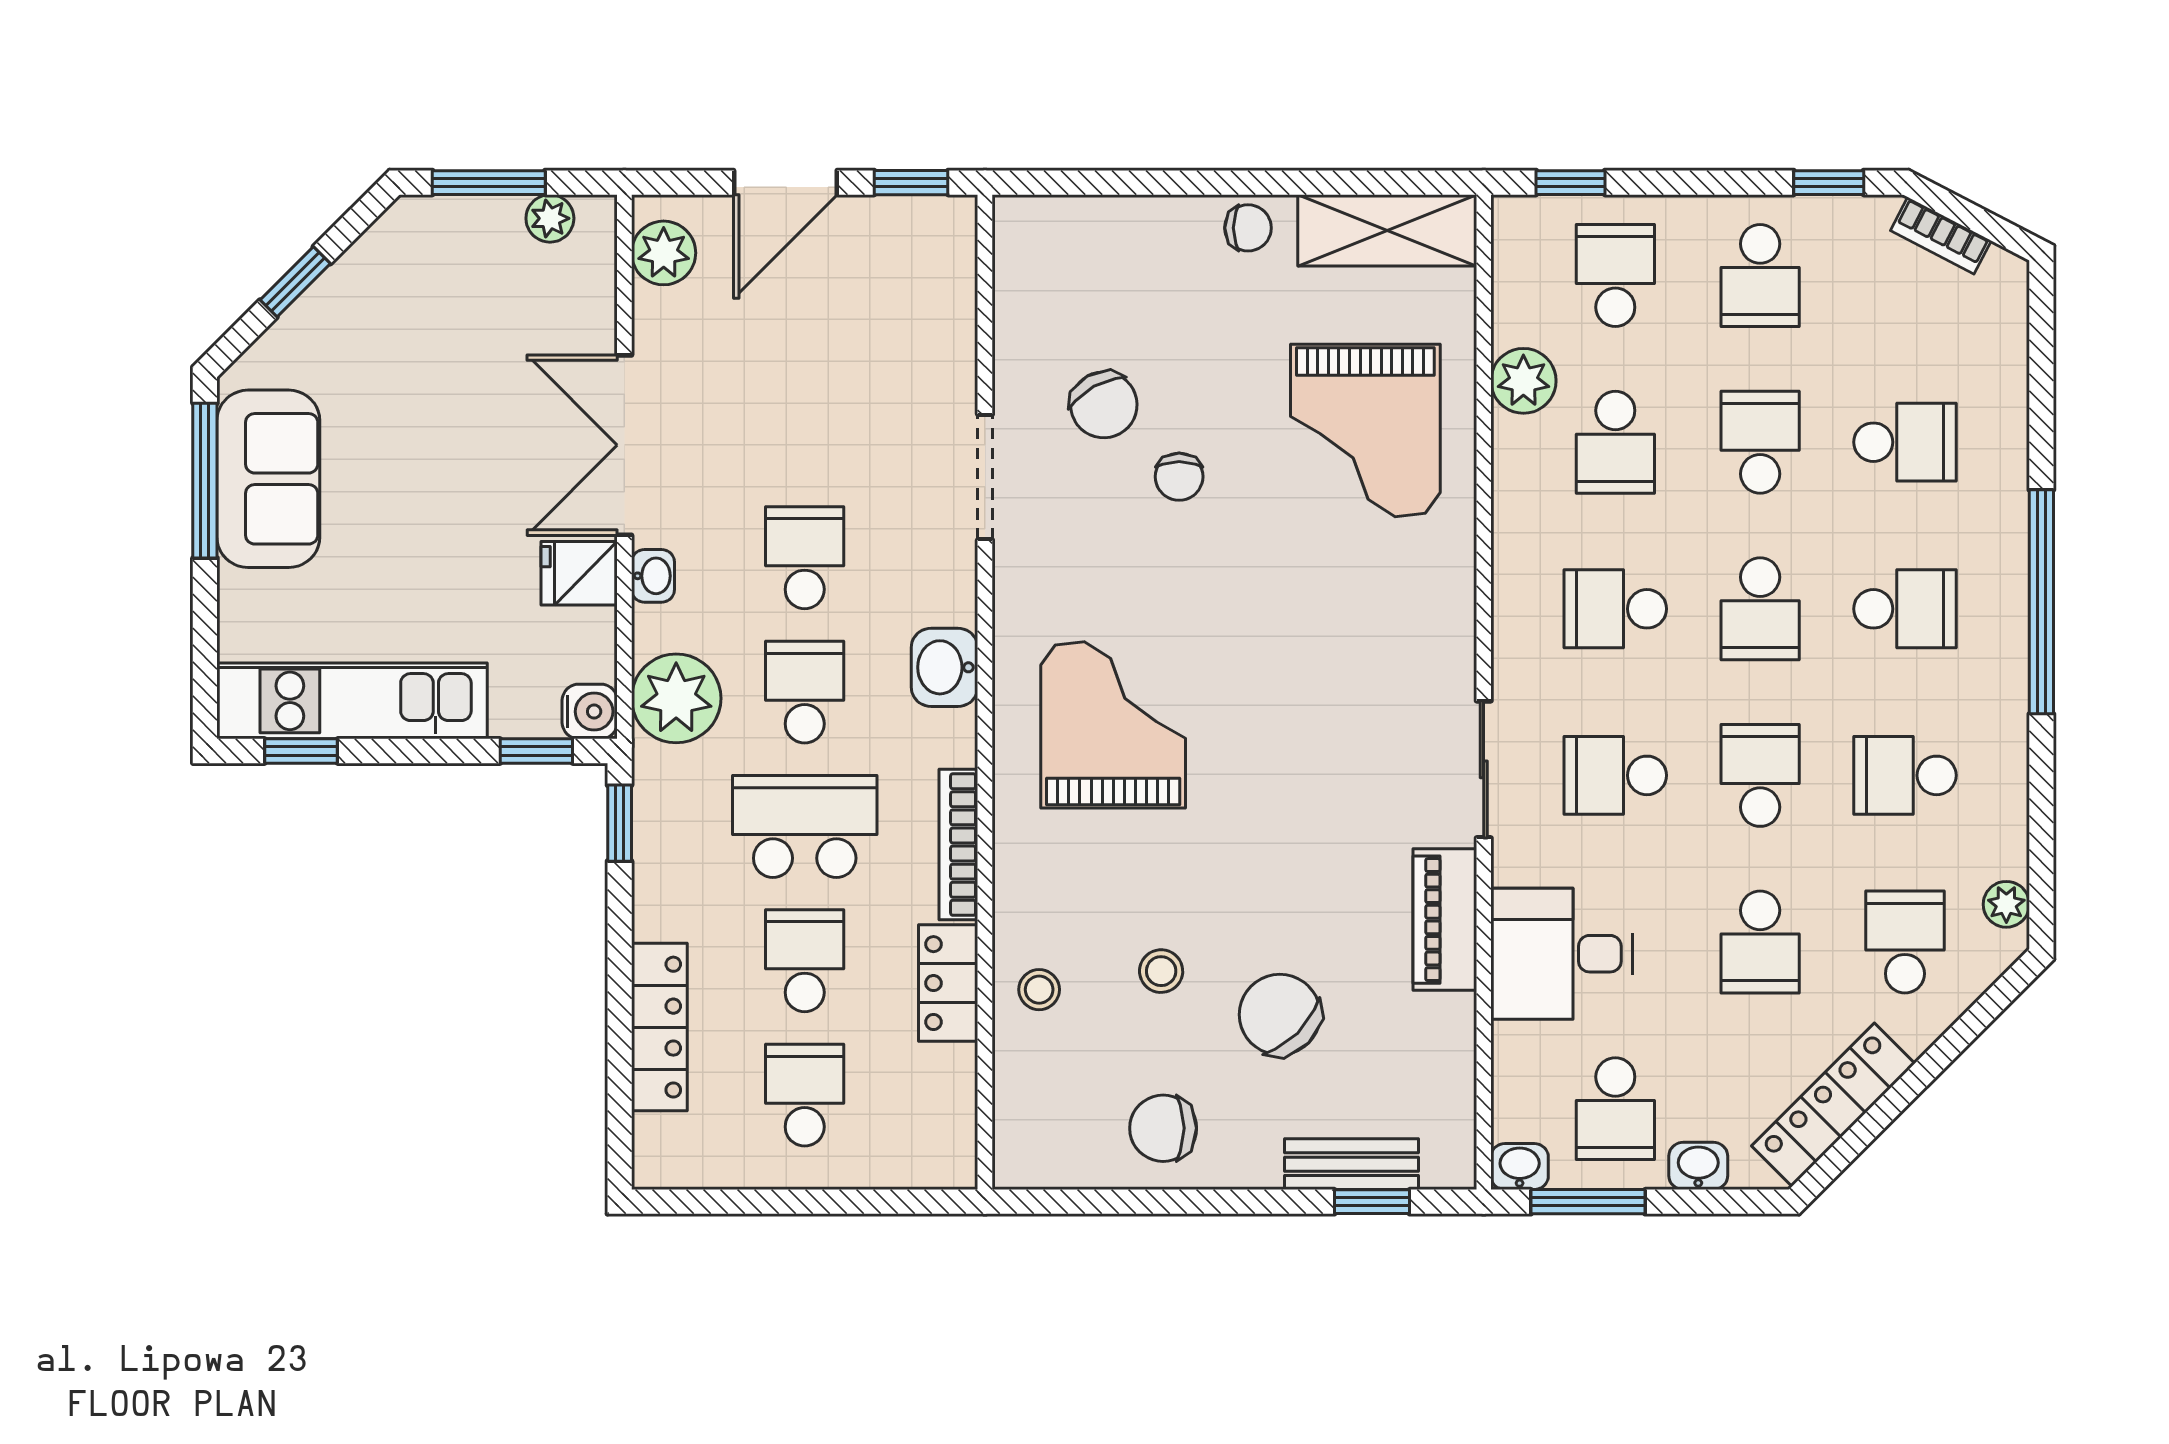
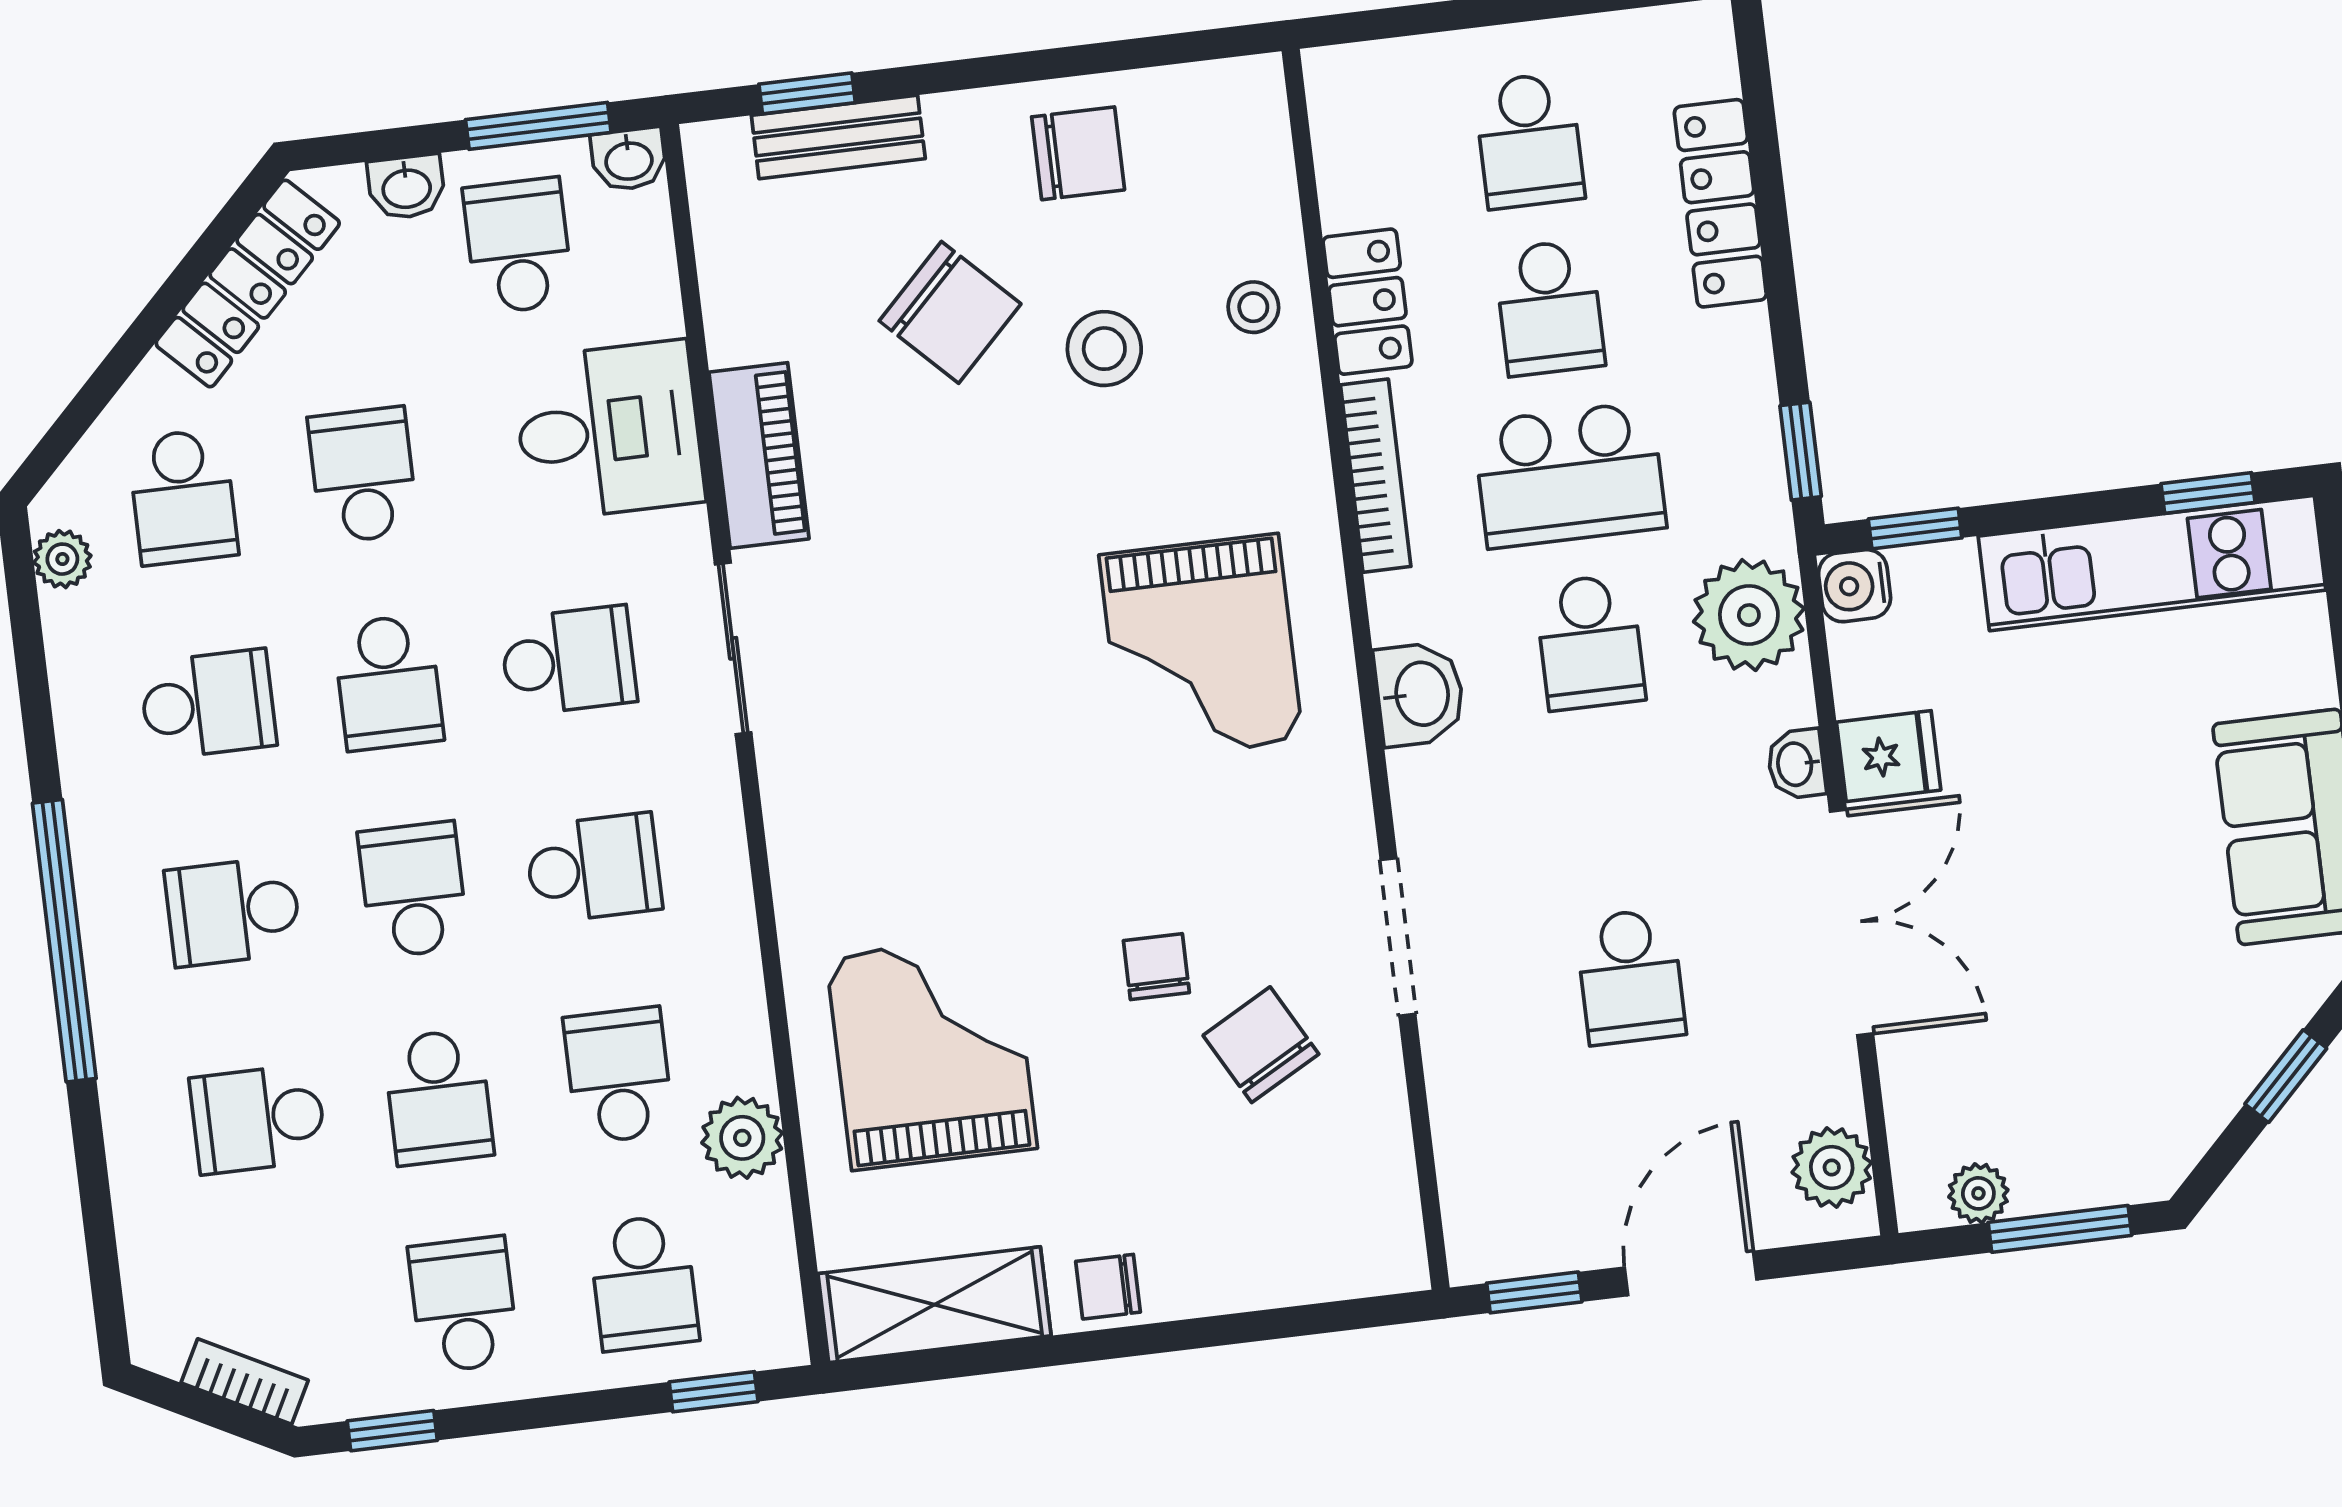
school desk: (805, 558) -> (1630, 977), moved
stool: (1161, 971) -> (1104, 349), width x1.37, depth x1.37

